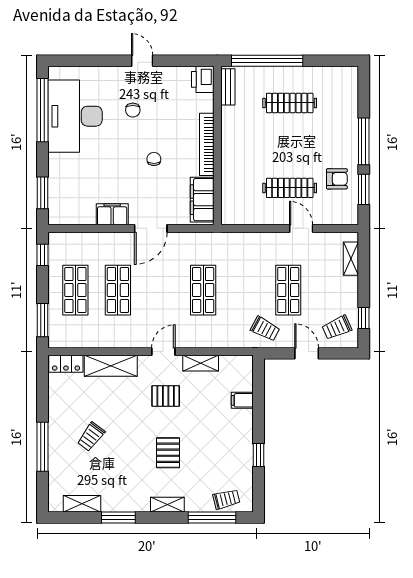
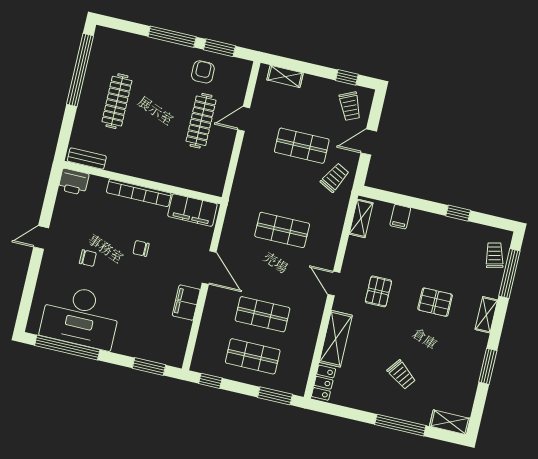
window: (267, 61) -> (80, 70), moved
shelving: (201, 363) -> (361, 218), moved
shelving: (82, 504) -> (450, 422), moved, turned 90

